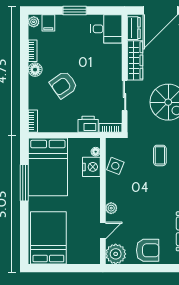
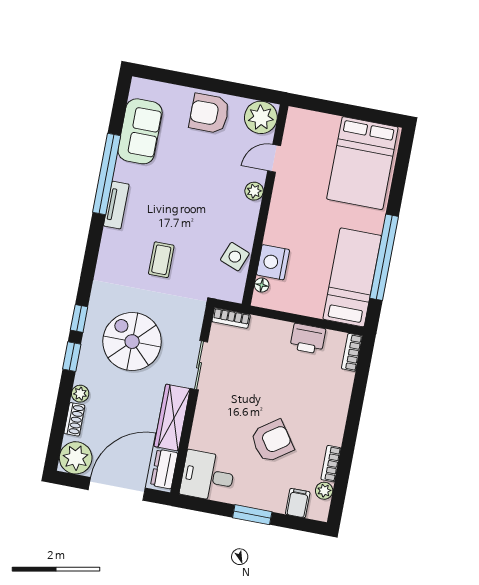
plant: (34, 22) -> (324, 491), moved
floor lamp: (35, 70) -> (333, 433), removed
armchair: (64, 85) -> (272, 441), moved
printer: (88, 124) -> (308, 339), moved
bed: (48, 167) -> (352, 277), width x0.67
window: (24, 183) -> (384, 257), width x1.46

